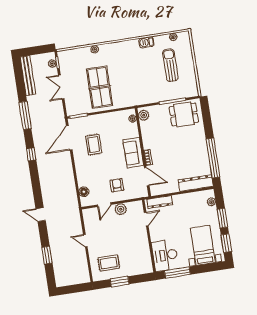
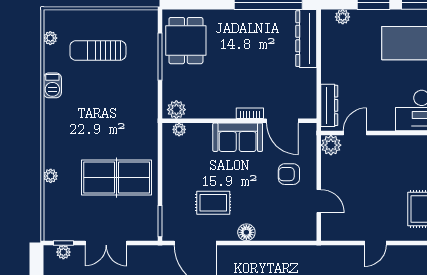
door: (147, 177) -> (282, 121), swing flipped
floor lamp: (84, 192) -> (246, 232), moved
plant: (121, 209) -> (331, 145), moved
door: (146, 219) -> (355, 133), hinge flipped

